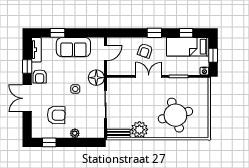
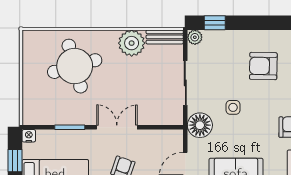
double door: (149, 76) -> (117, 127), swing flipped
plant: (75, 133) -> (195, 37), moved
window: (49, 142) -> (215, 23), moved

